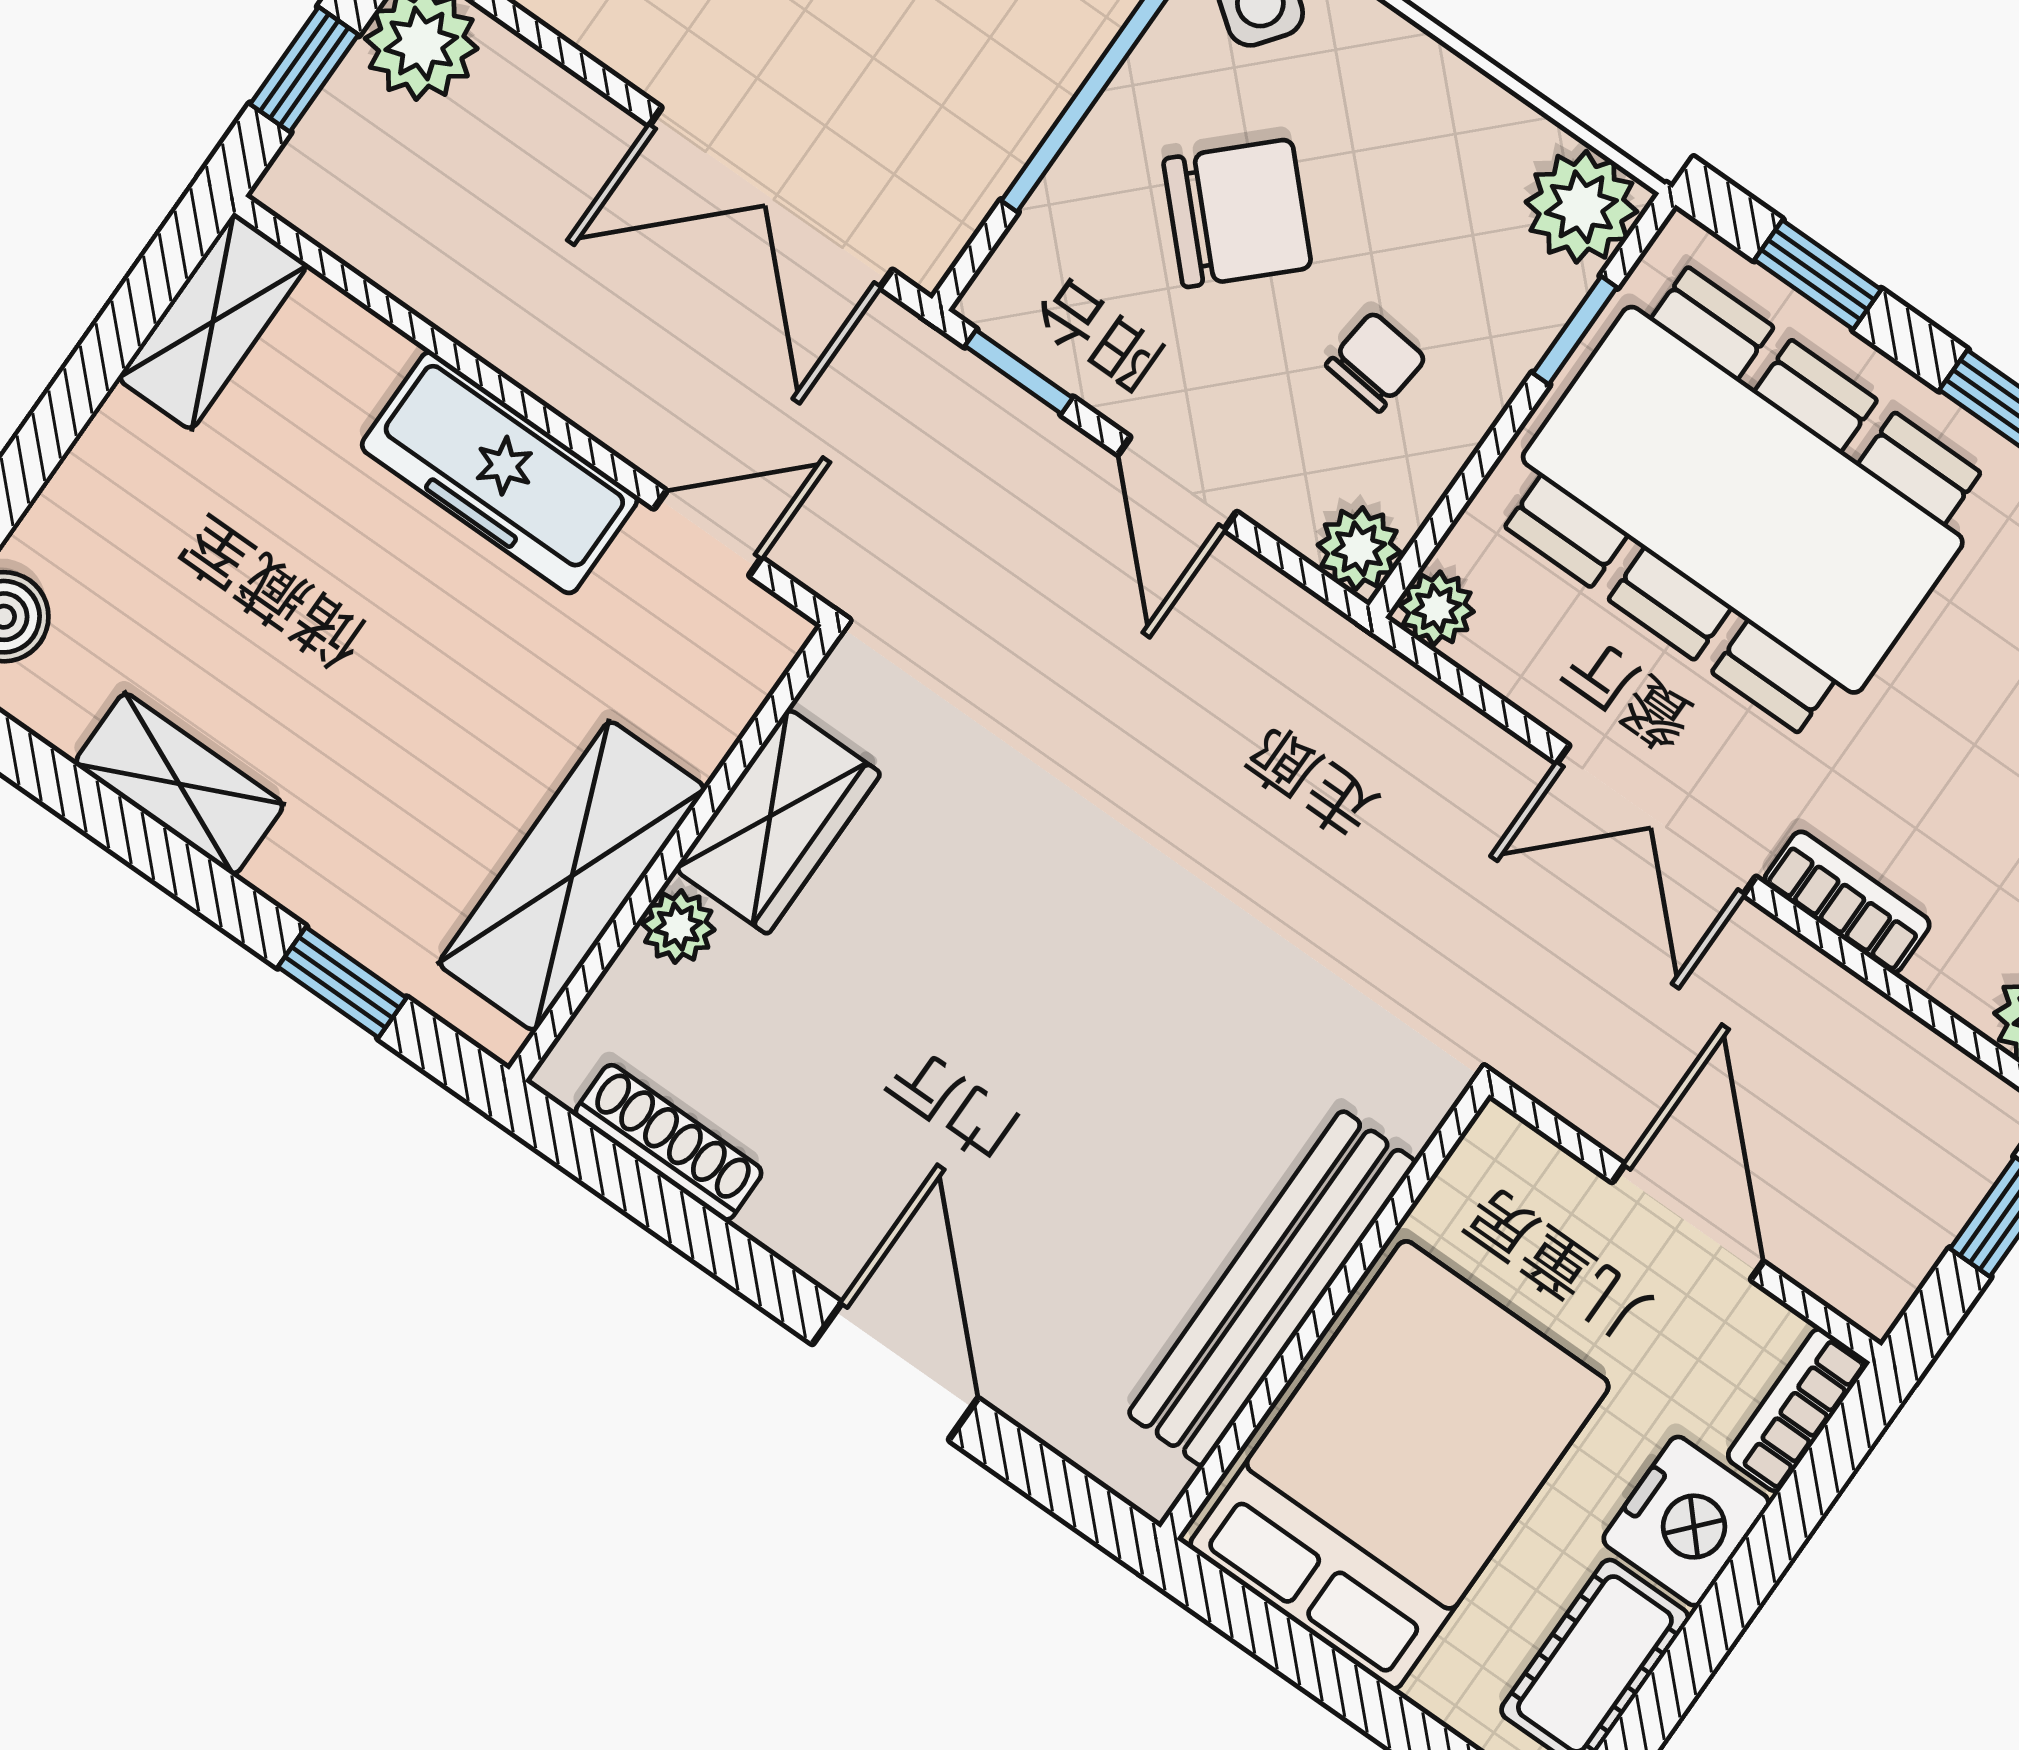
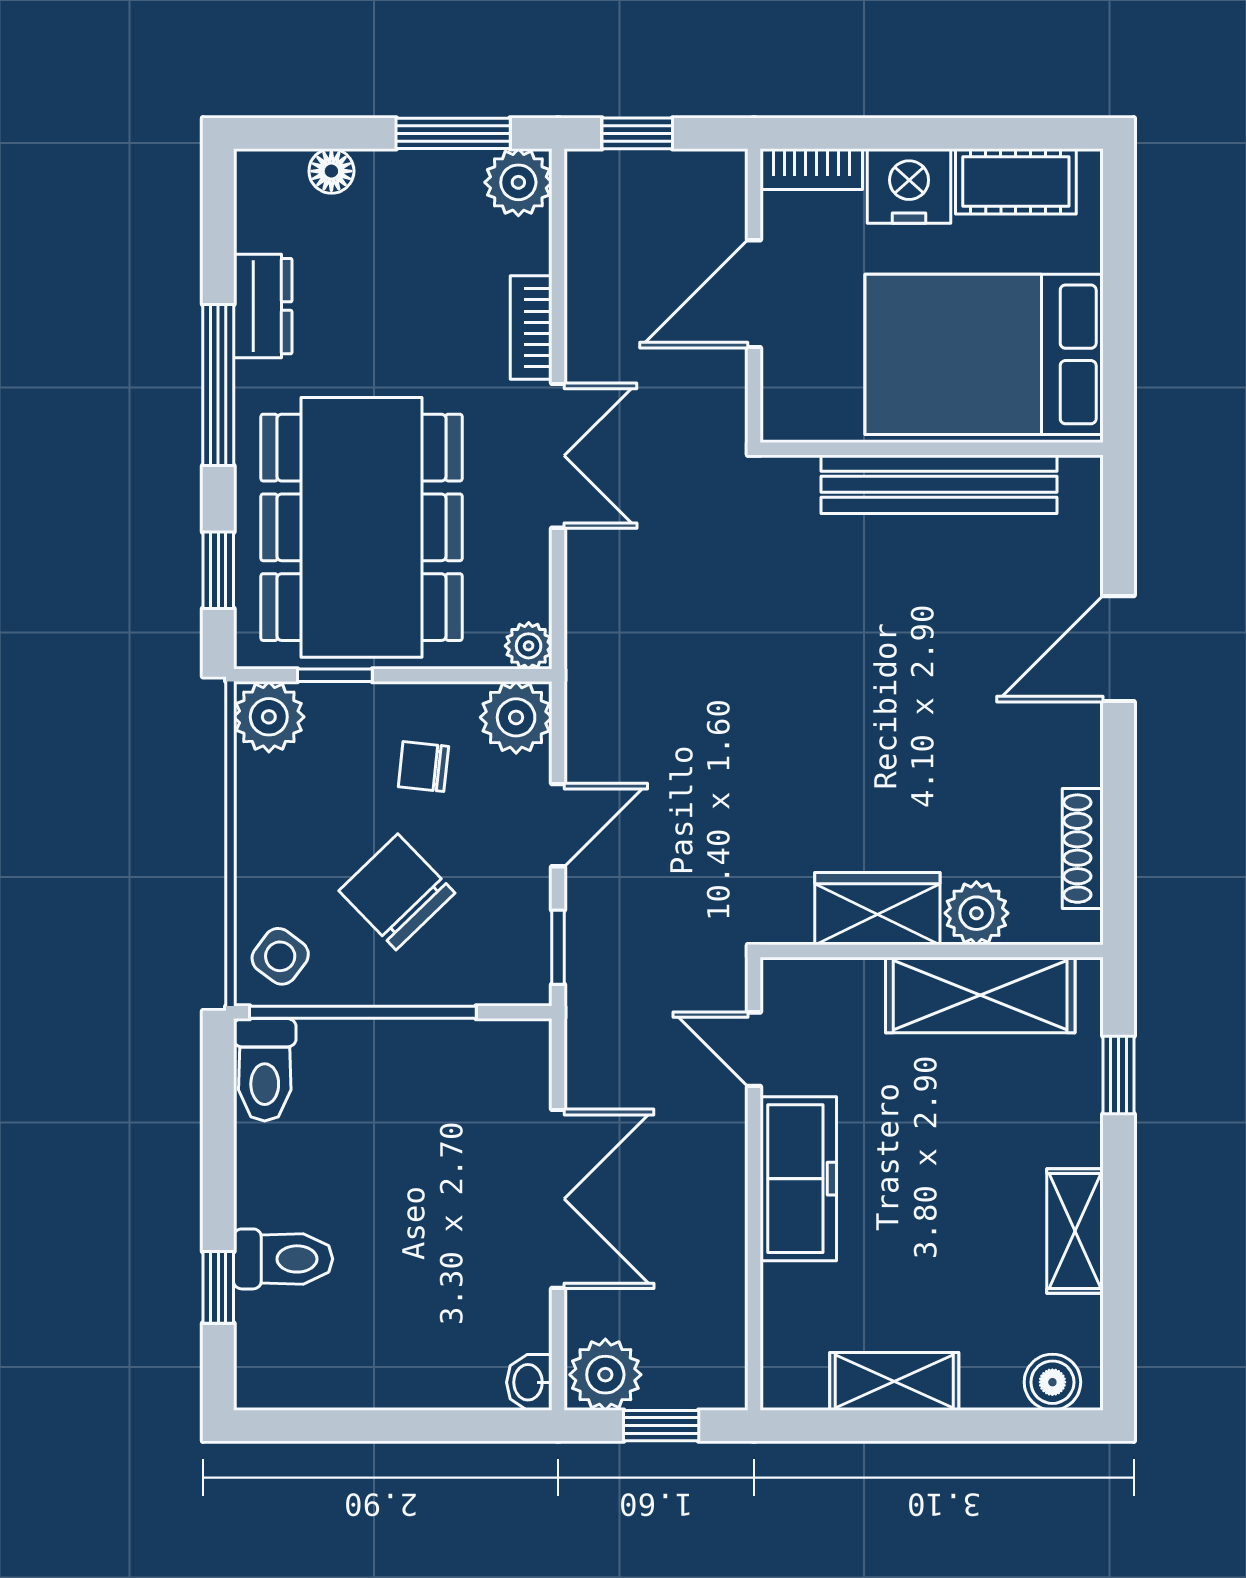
double door: (771, 198) -> (558, 1199), moved
shelving: (213, 322) -> (894, 1381), moved
plant: (1359, 549) -> (516, 717), width x1.38, depth x1.38
plant: (678, 927) -> (976, 913), width x1.38, depth x1.38

